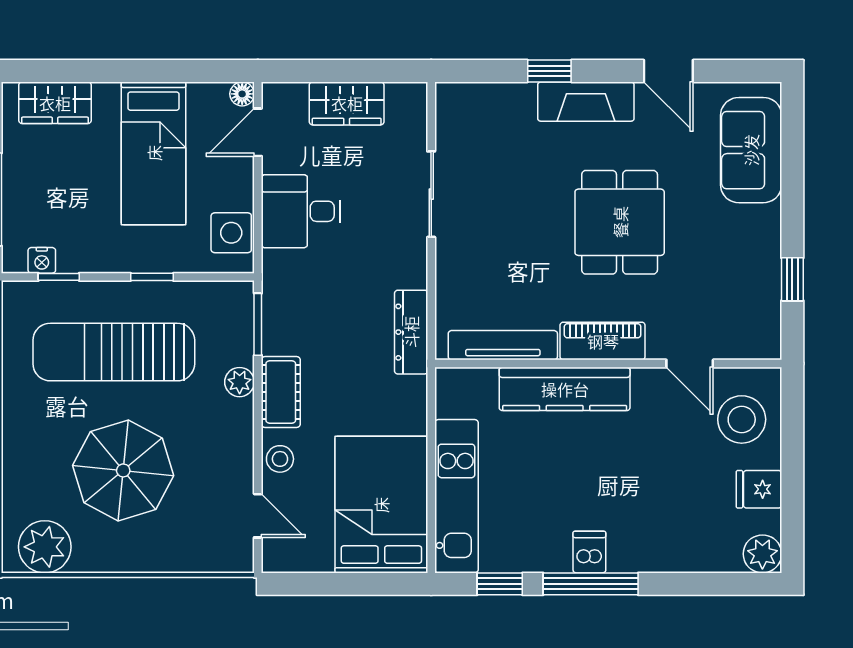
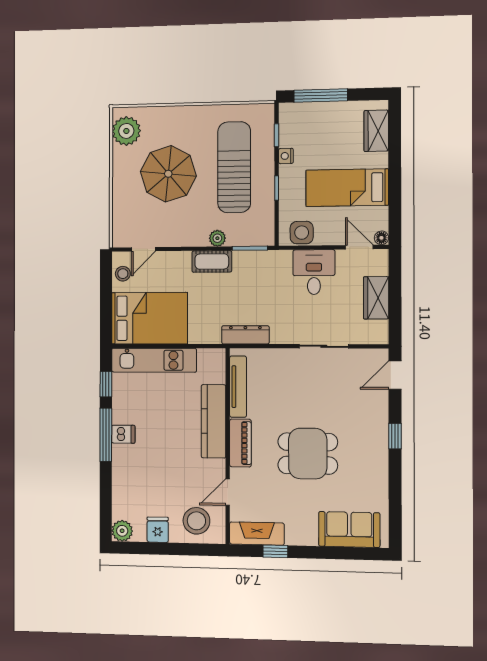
window: (549, 71) -> (395, 436), moved
door: (668, 71) -> (395, 375), moved
fireplace: (586, 102) -> (257, 534), moved, turned 90
nightstand: (42, 260) -> (286, 156), moved
stool: (280, 459) -> (123, 274), moved

